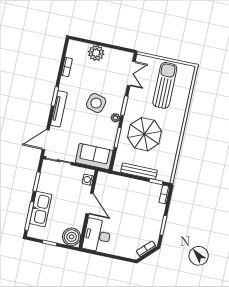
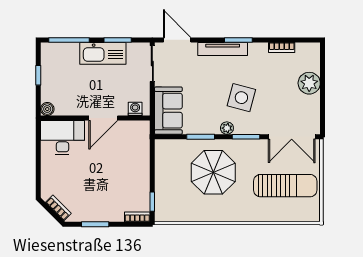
double door: (131, 73) -> (292, 137), width x1.37
bench: (139, 171) -> (162, 175), removed
kitchen sink: (41, 209) -> (103, 53), moved
boiler: (72, 237) -> (47, 109), width x0.54, depth x0.54

